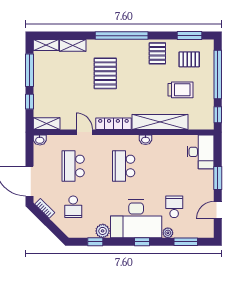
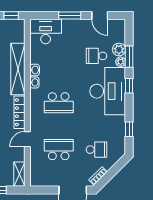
washbasin: (40, 140) -> (35, 70), moved
school desk: (73, 166) -> (59, 150), turned 180
plant: (103, 231) -> (119, 49), moved
window: (186, 242) -> (129, 57), moved

